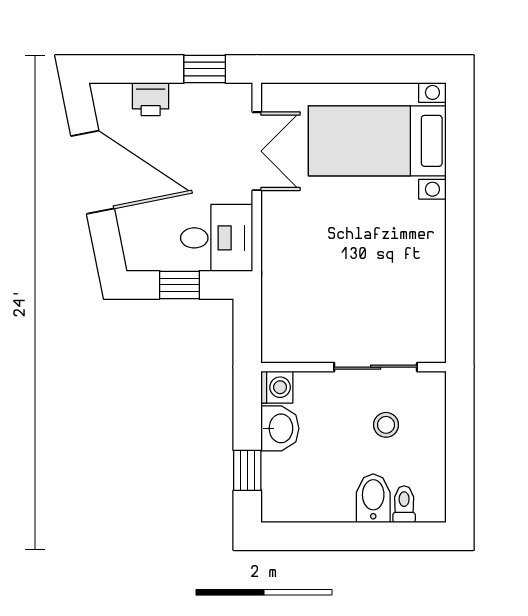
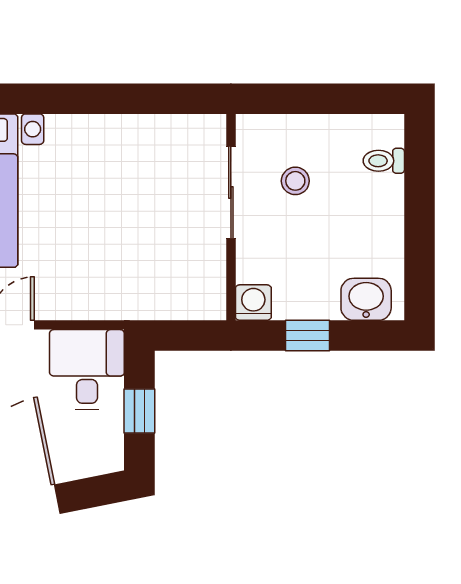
washbasin: (280, 428) -> (366, 299), moved
window: (247, 470) -> (307, 336), moved
bidet: (373, 498) -> (377, 195), removed

